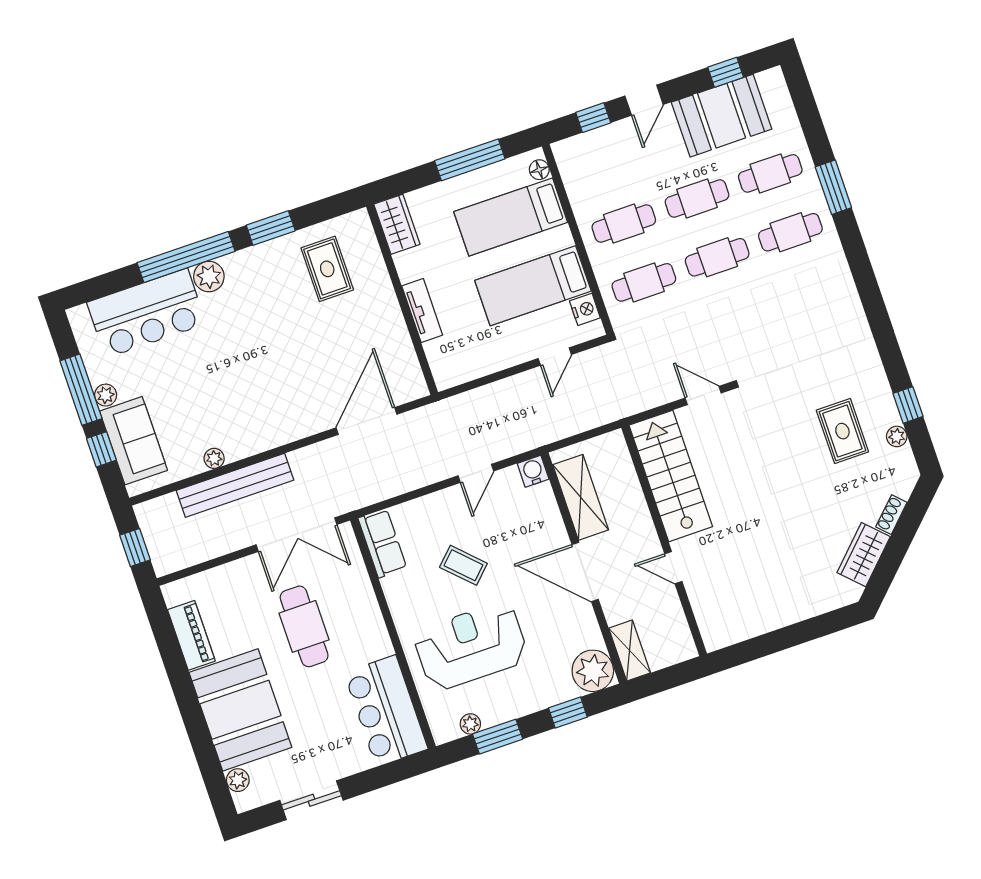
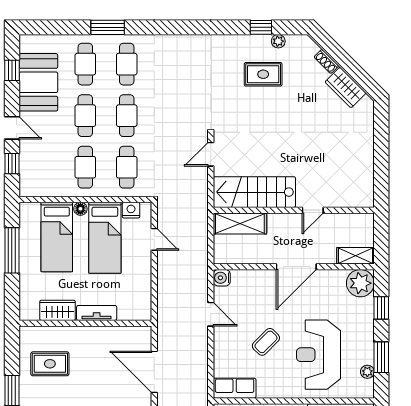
floor lamp: (539, 170) -> (80, 209), moved
wardrobe: (397, 224) -> (58, 310), moved
shelving: (581, 497) -> (240, 223), moved

